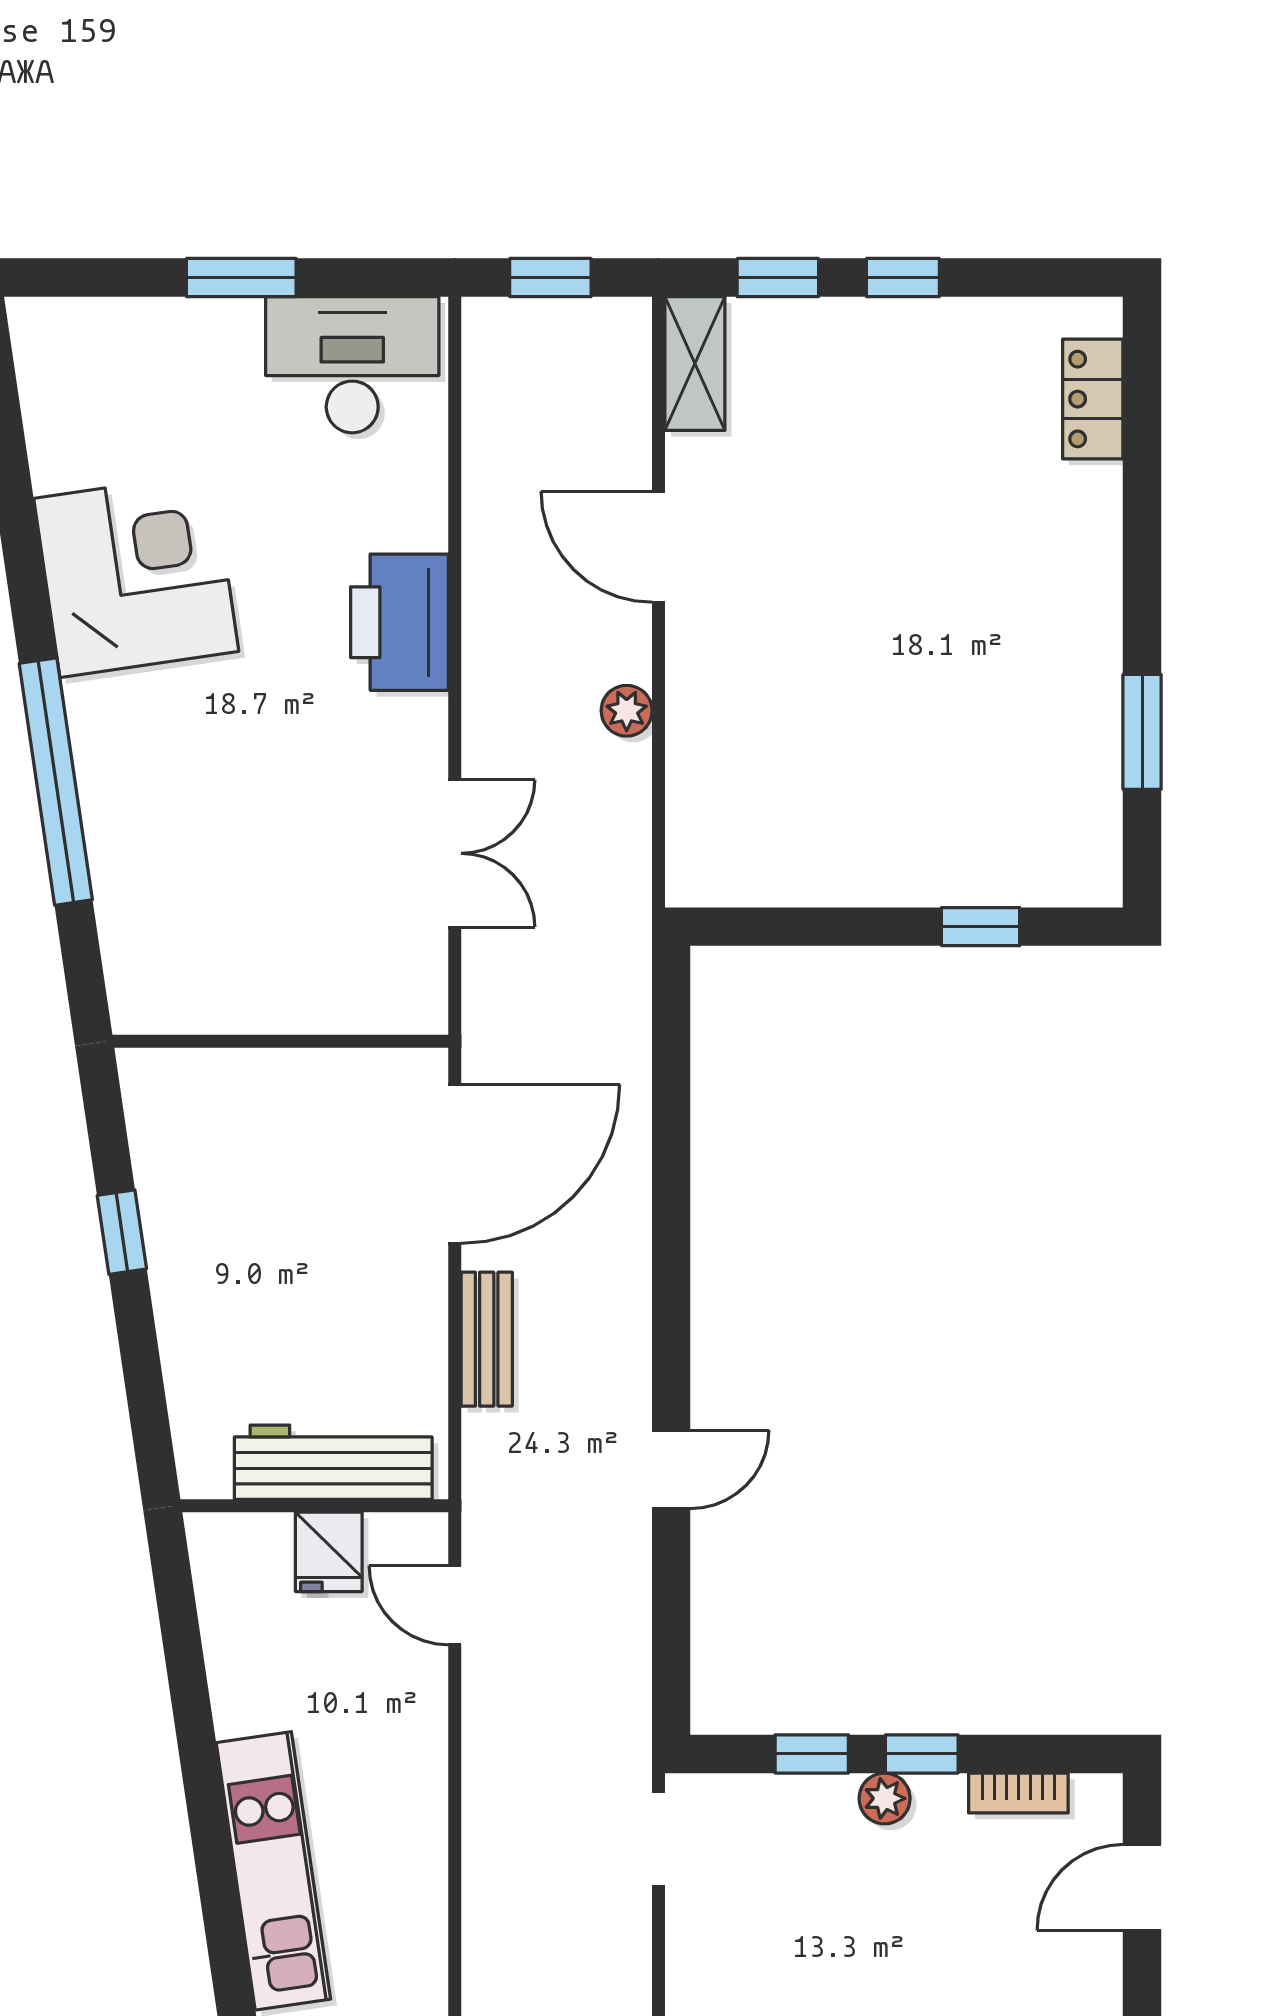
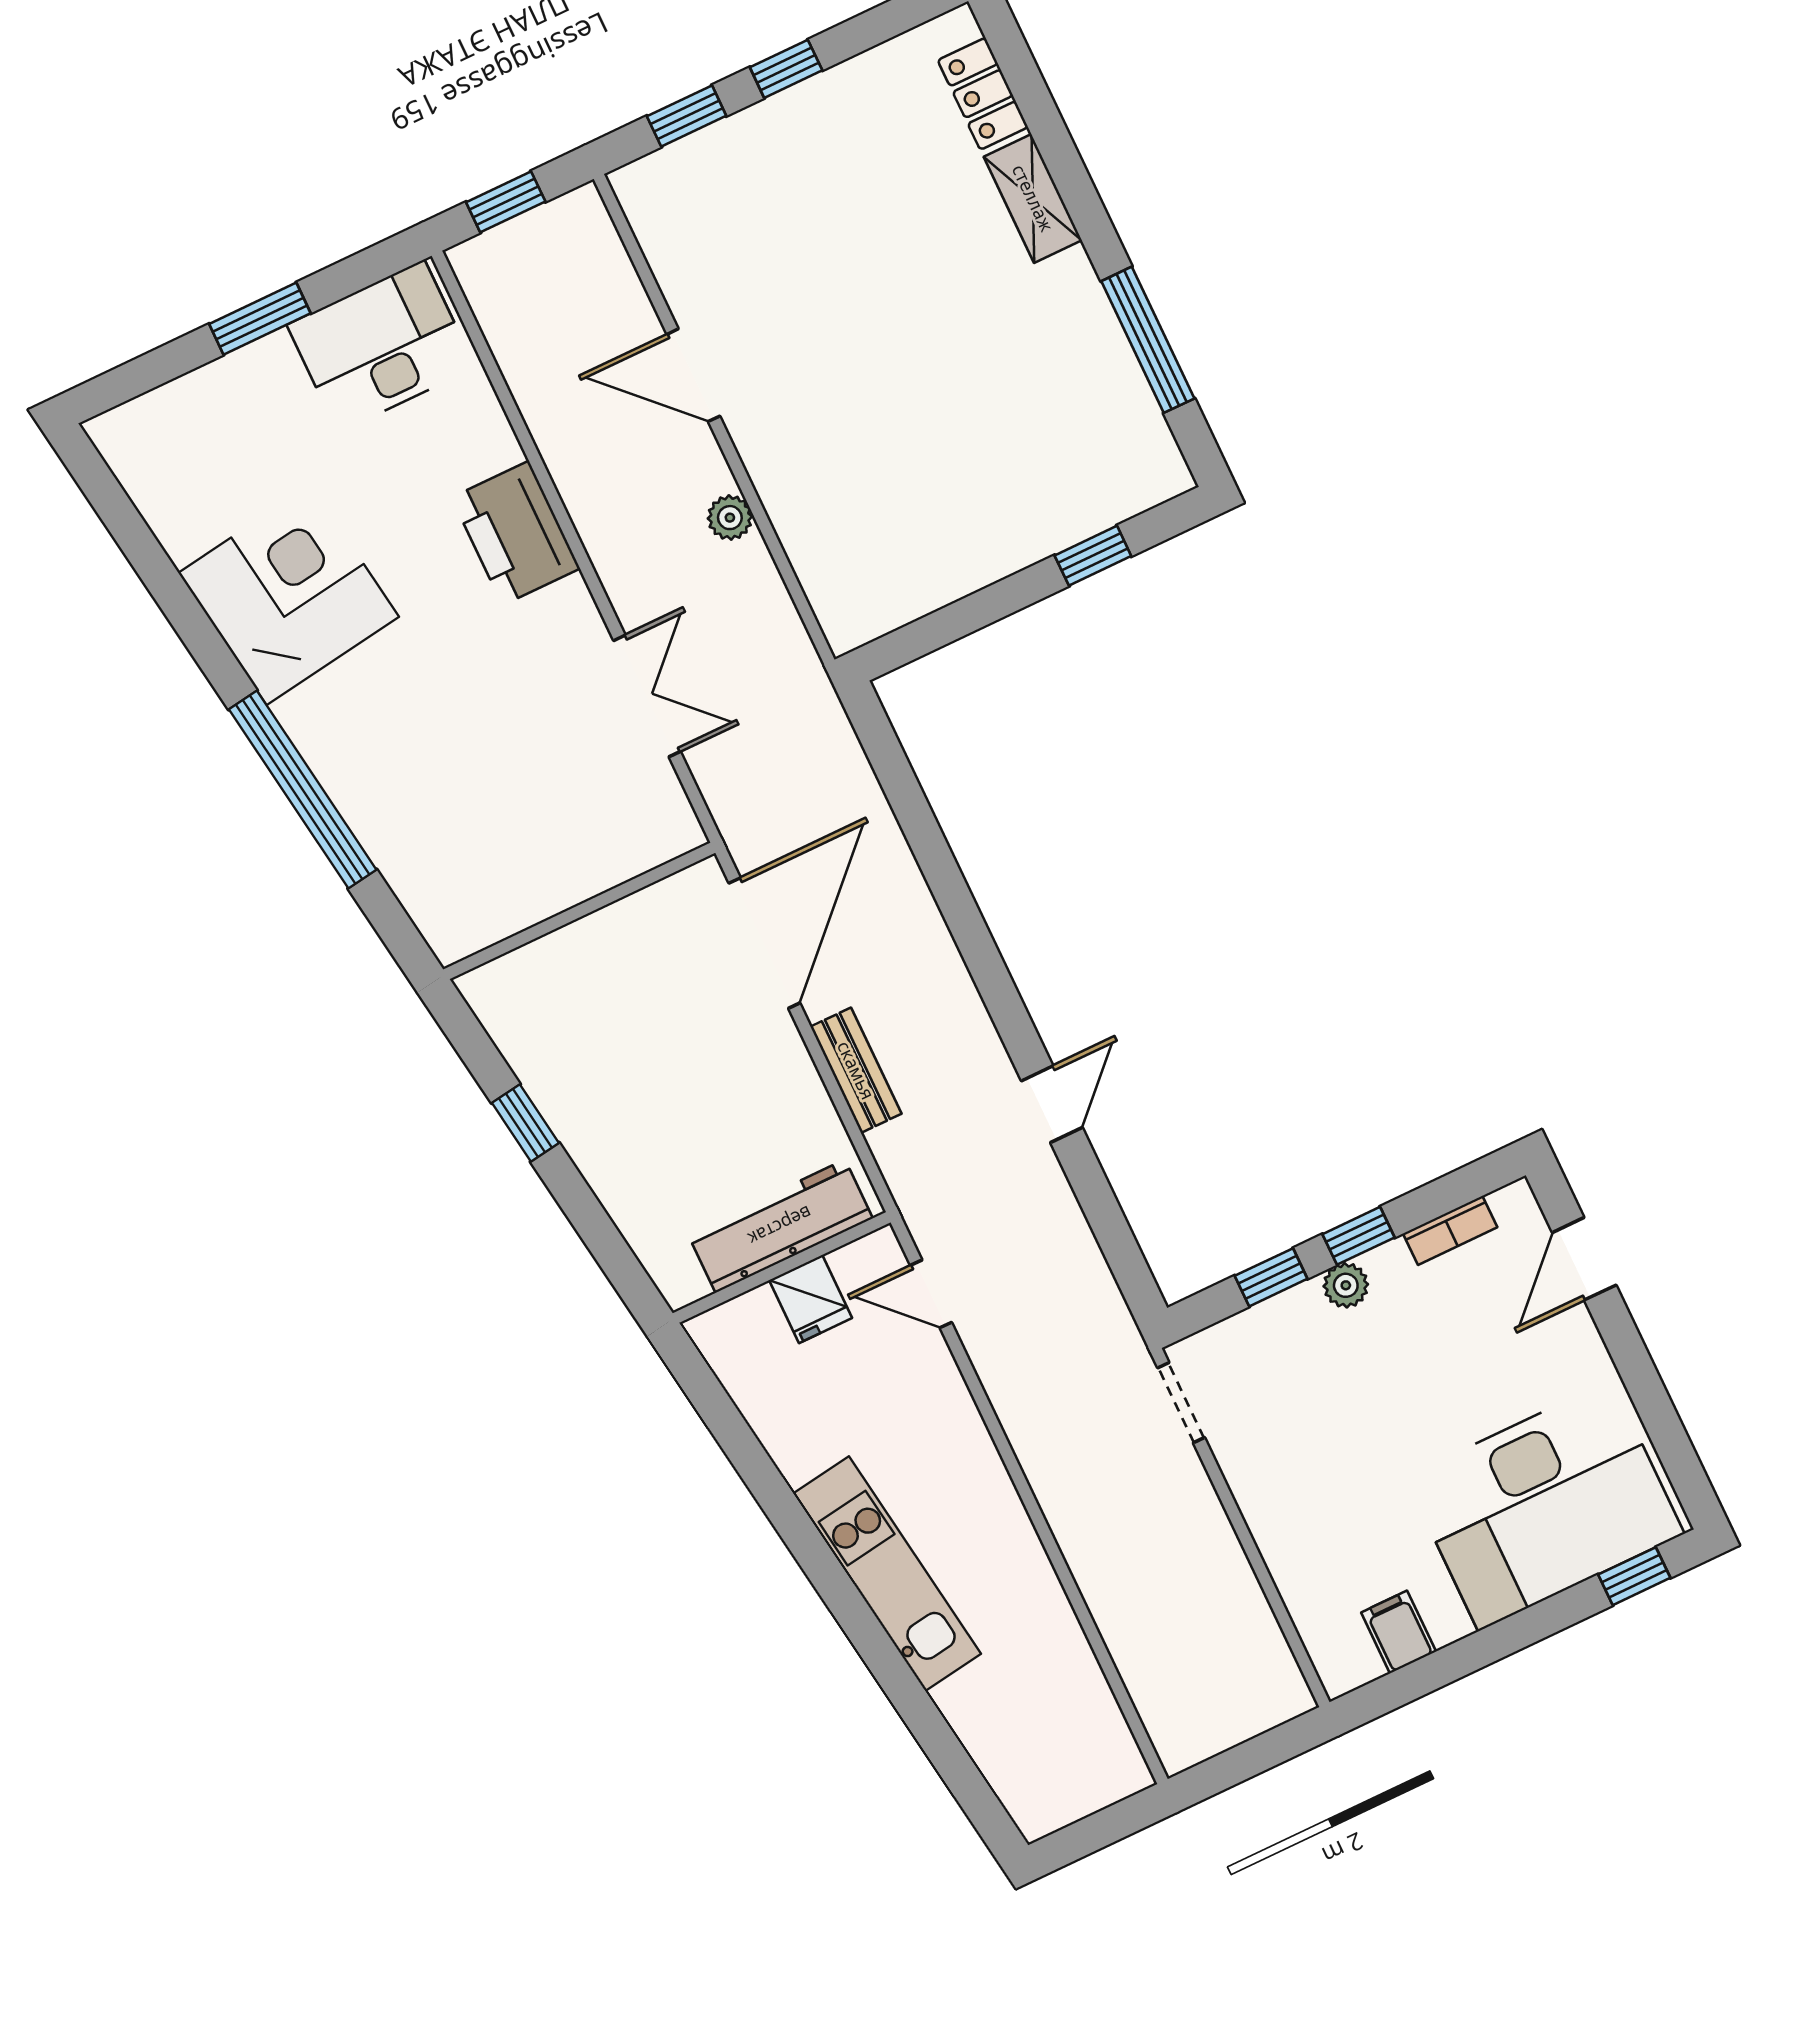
shelving: (695, 364) -> (1033, 198), moved
window: (1142, 732) -> (1148, 340), width x1.44

